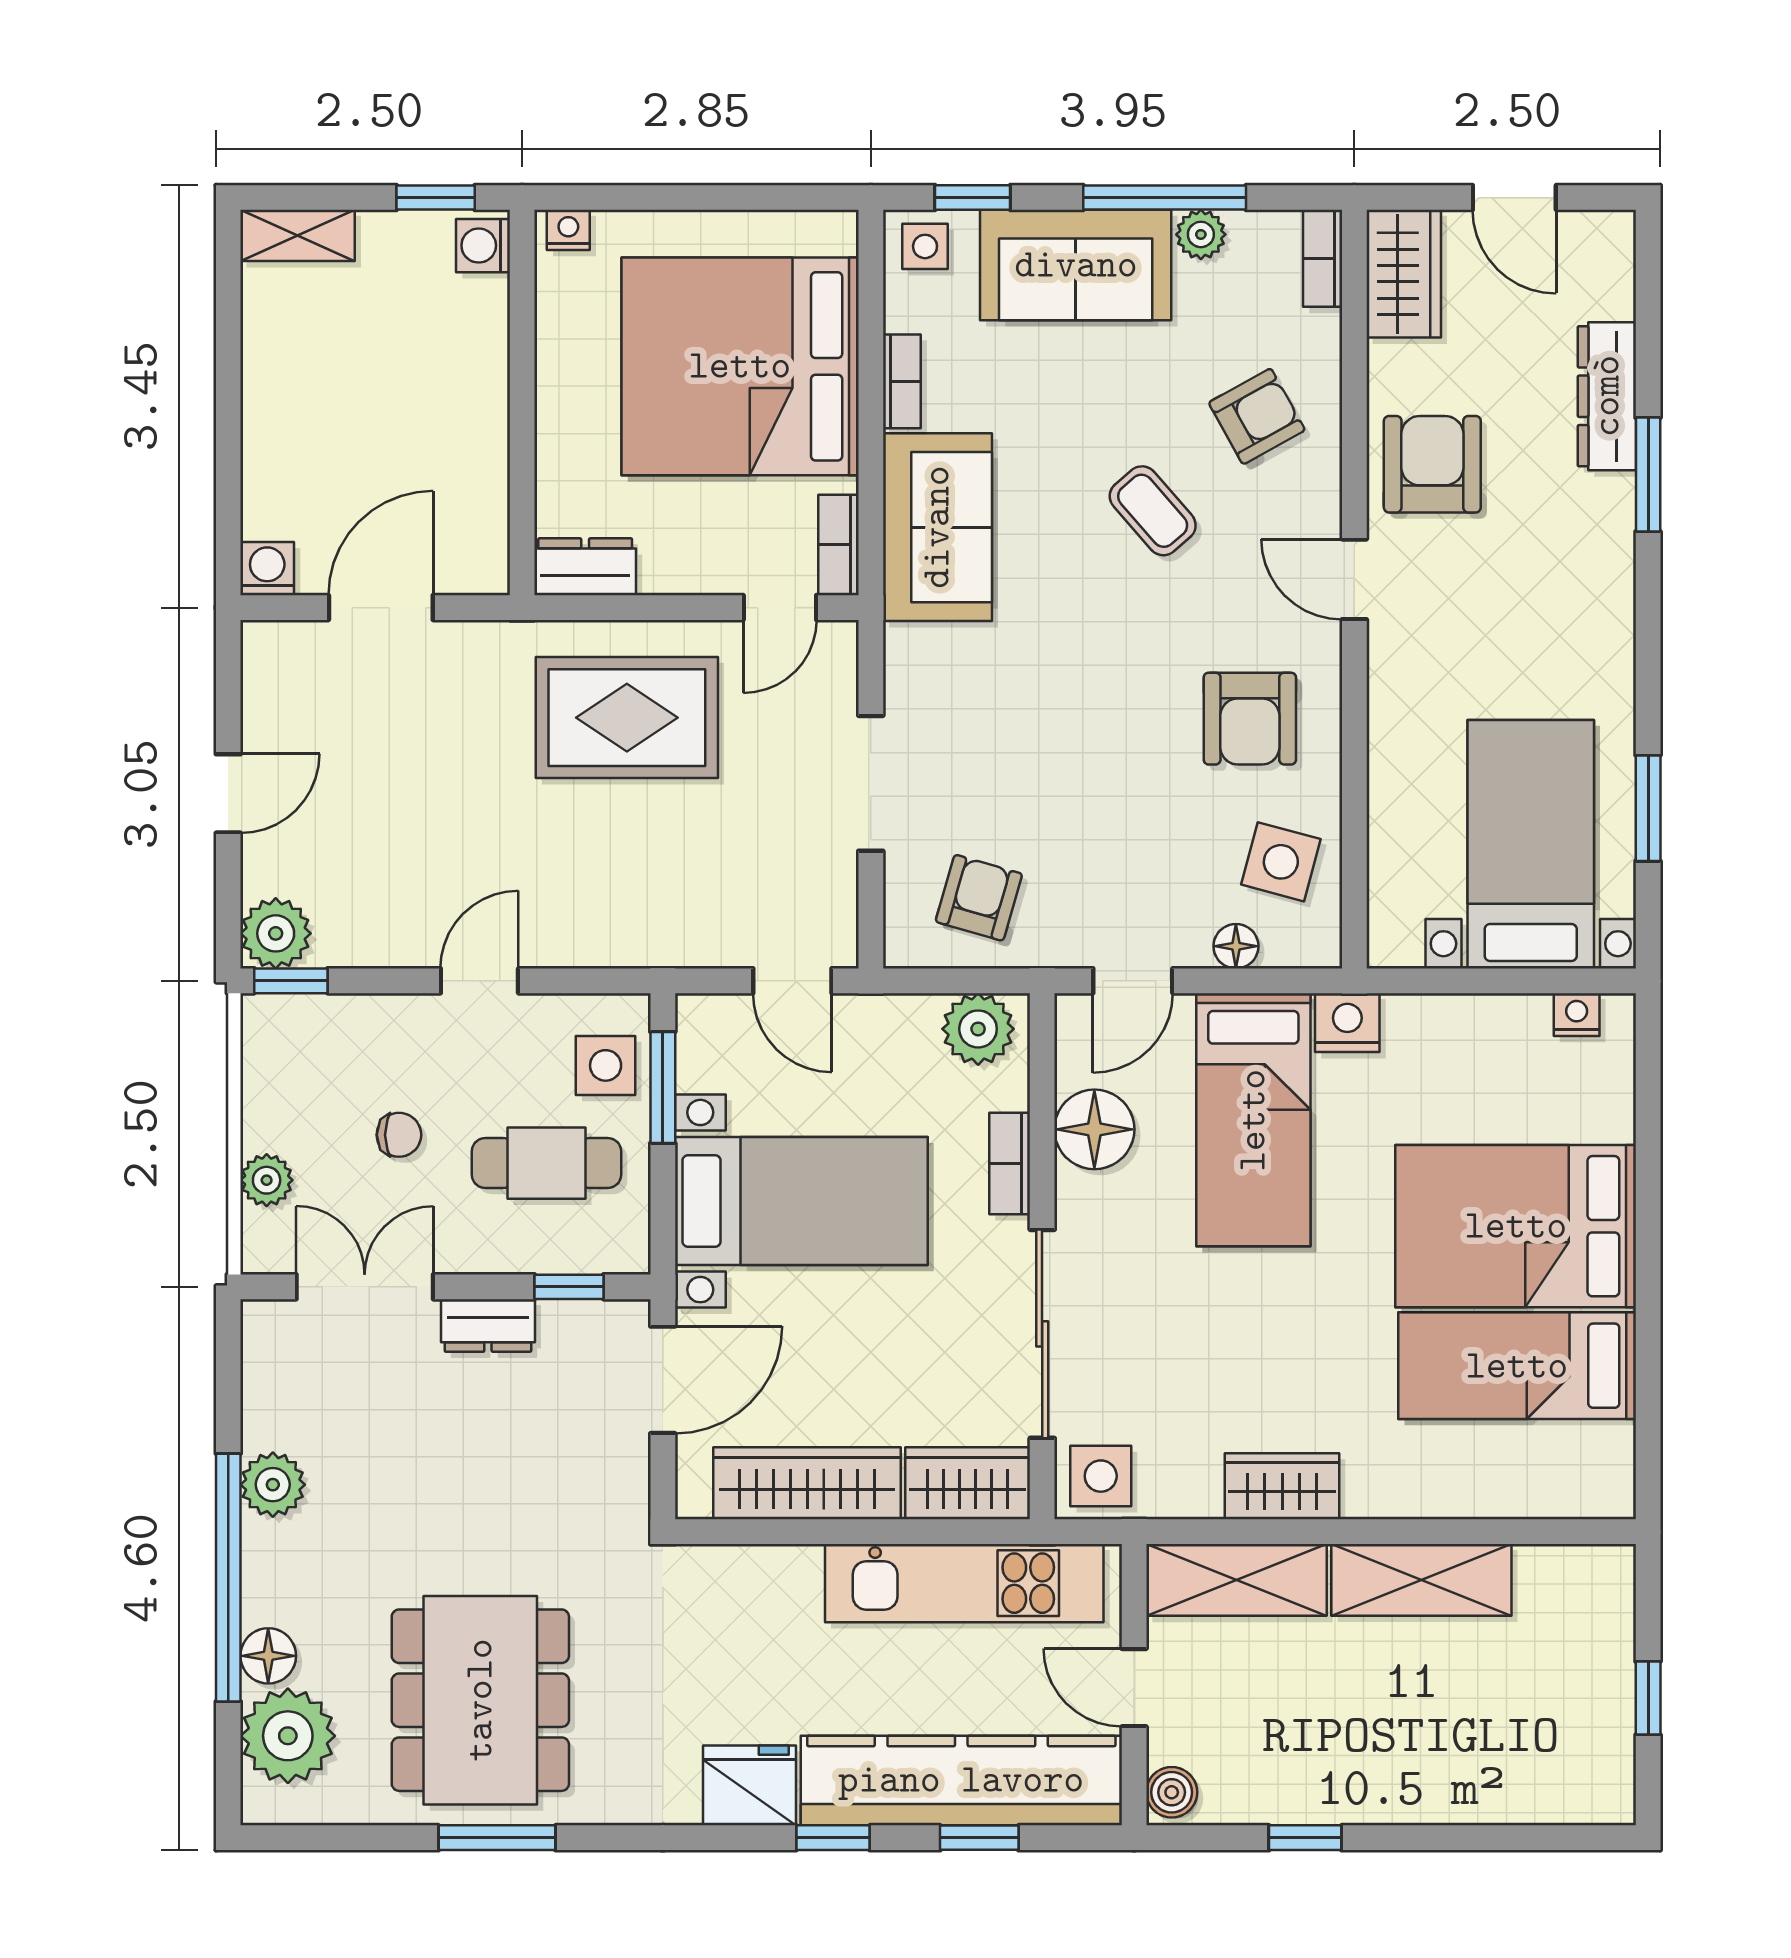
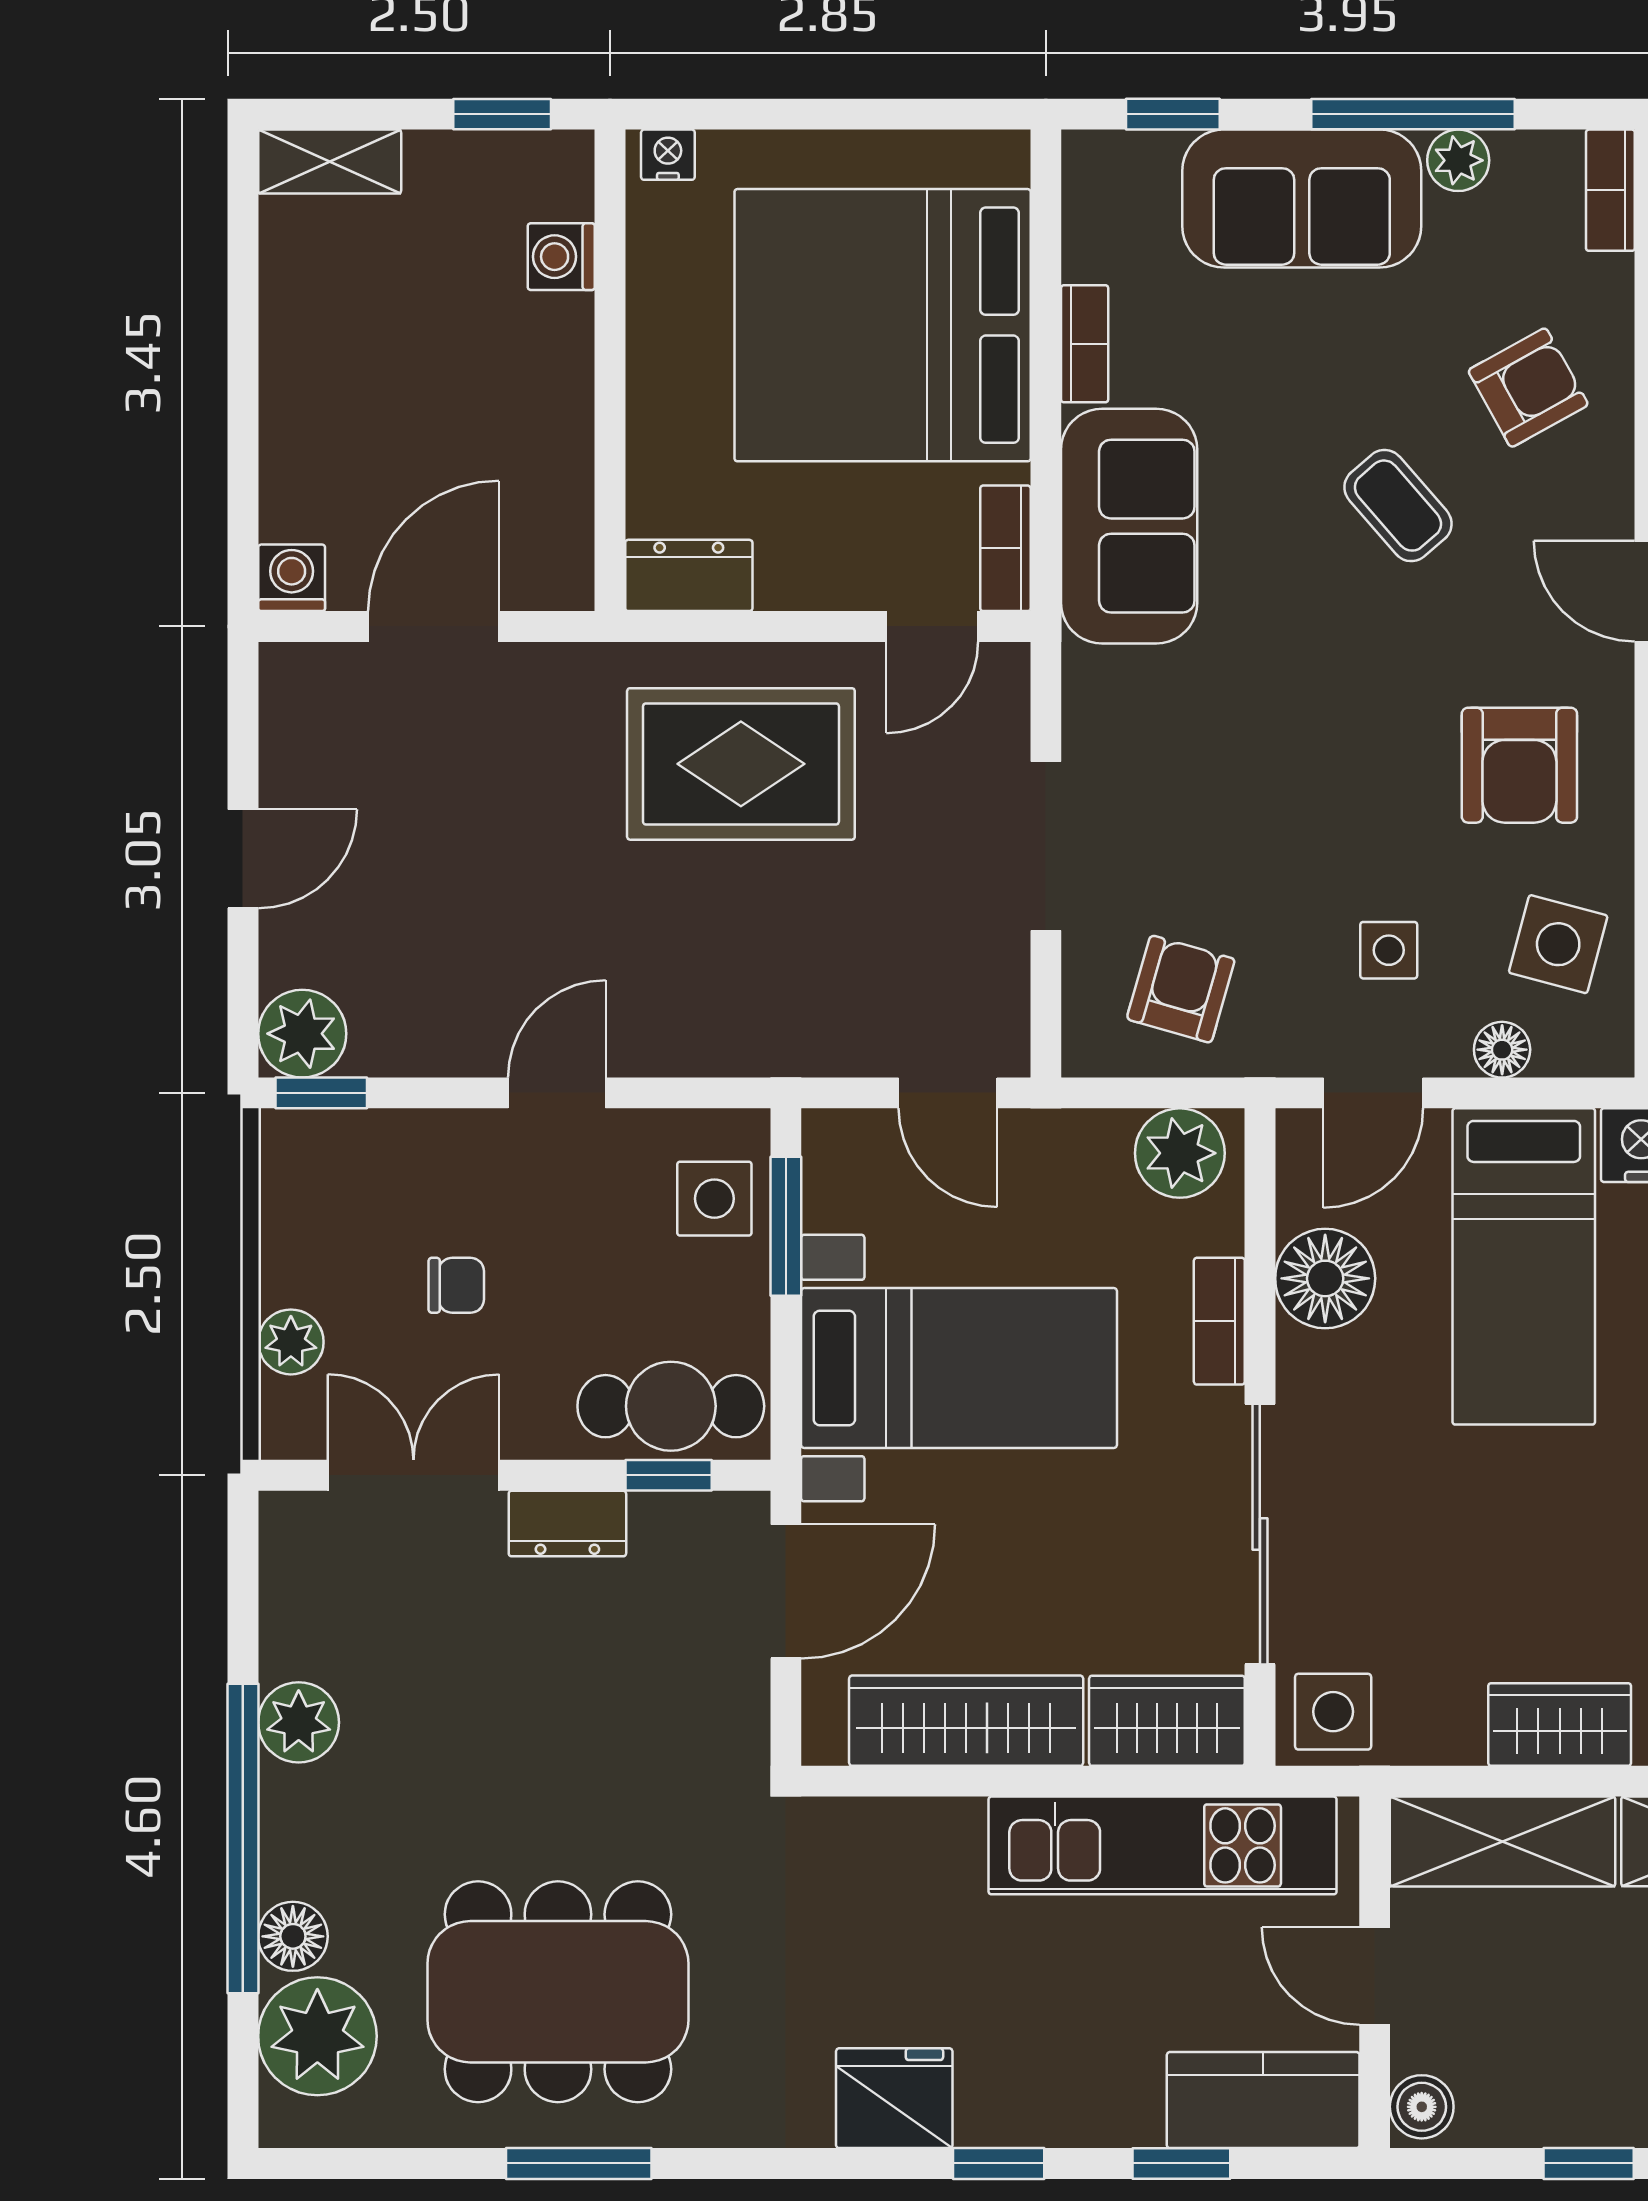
washing machine: (483, 246) -> (561, 257), moved
side table: (925, 246) -> (1389, 950), moved
cafe table: (546, 1163) -> (671, 1406), moved
dining table: (480, 1700) -> (558, 1992), turned 90
kitchen counter: (961, 1780) -> (1263, 2100), width x0.48, depth x0.86

